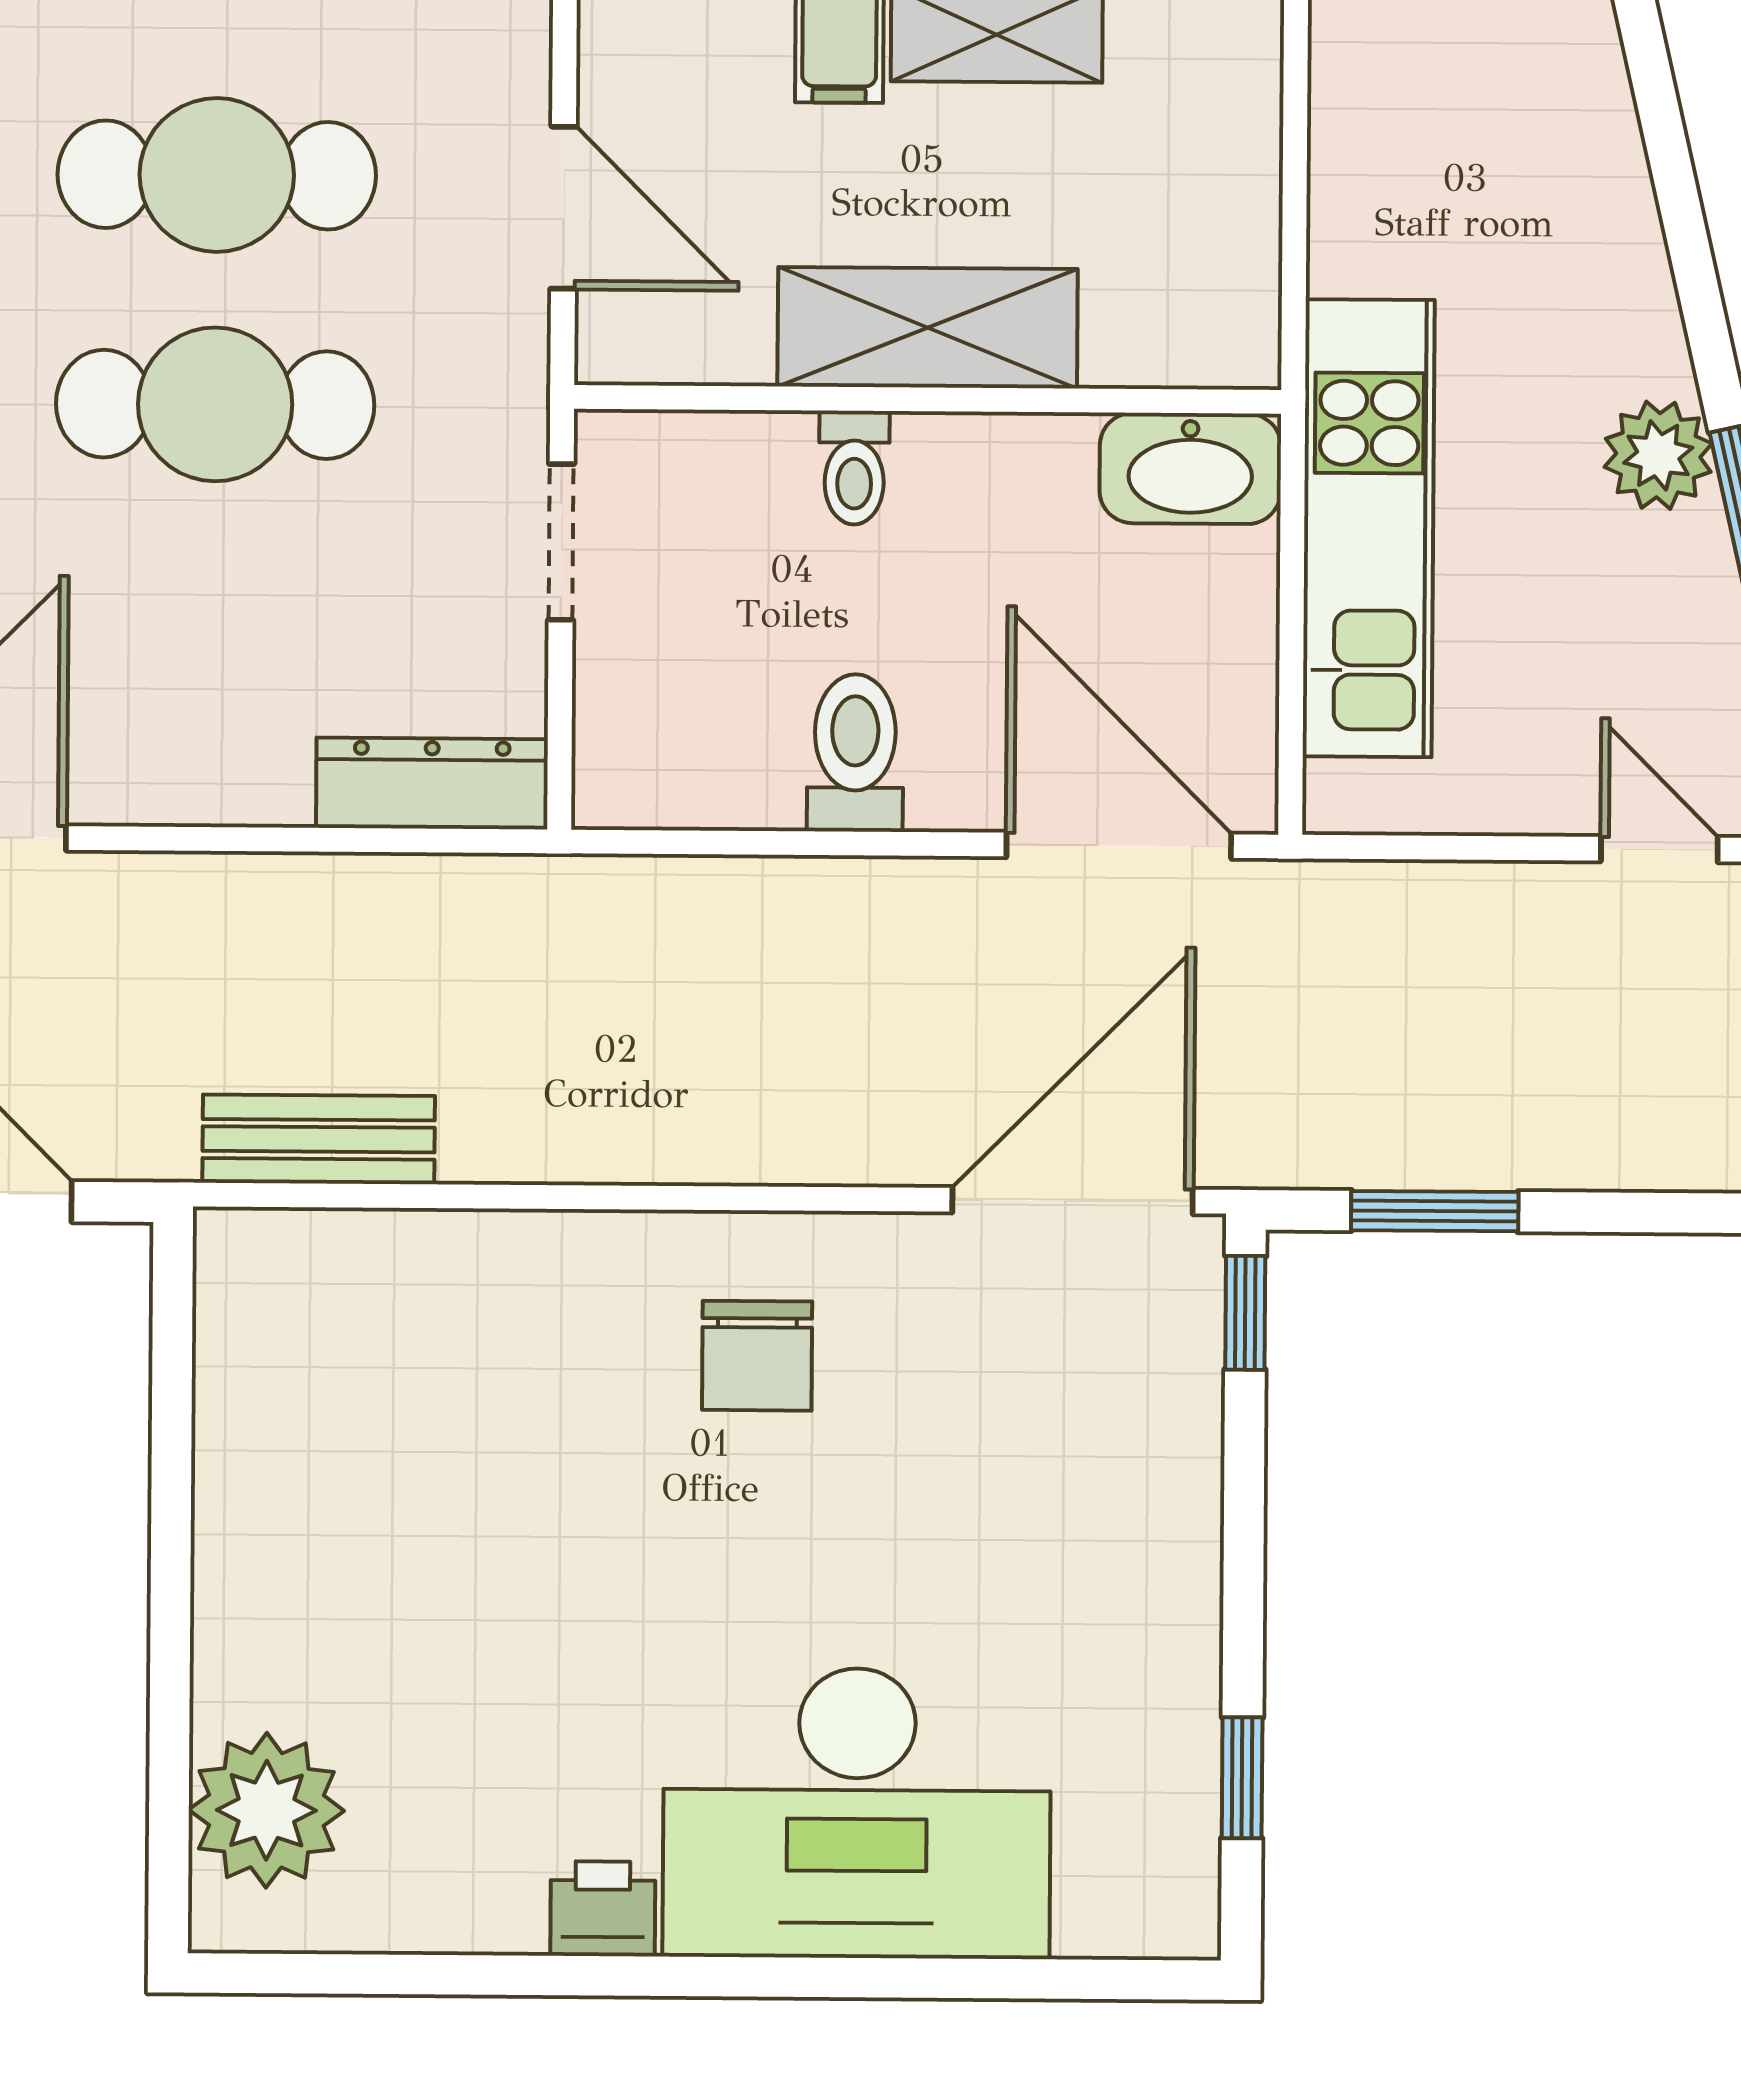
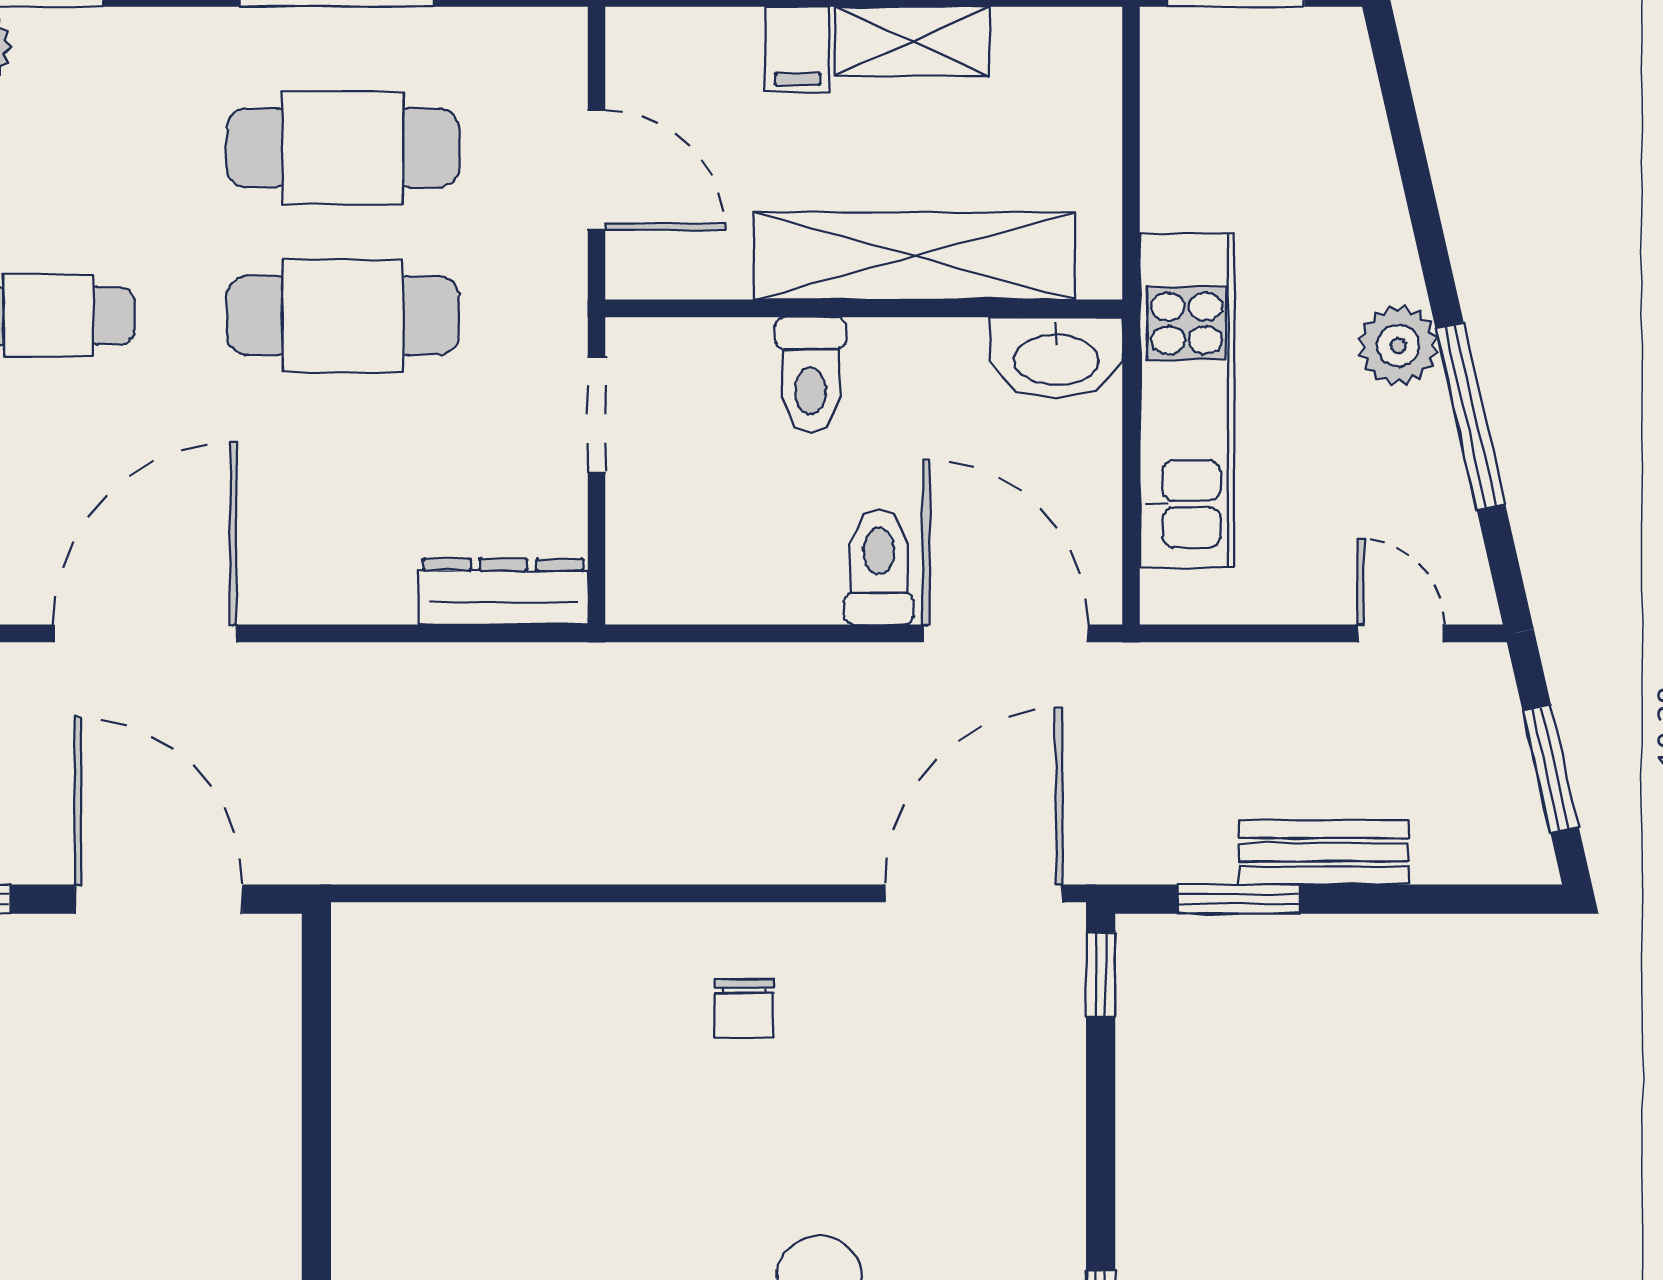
shelving: (928, 328) -> (914, 256), width x1.47
toilet: (854, 468) -> (810, 375), width x1.37, depth x1.39
toilet: (855, 753) -> (879, 567), moved
bench: (319, 1139) -> (1324, 852), moved
chair: (757, 1356) -> (744, 1008), width x0.73, depth x0.73

